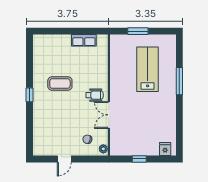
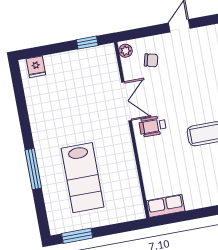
window: (138, 31) -> (77, 236), moved
row of seats: (84, 40) -> (166, 206), moved
window: (139, 159) -> (87, 43), moved

